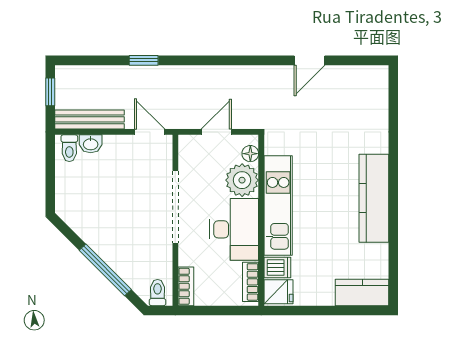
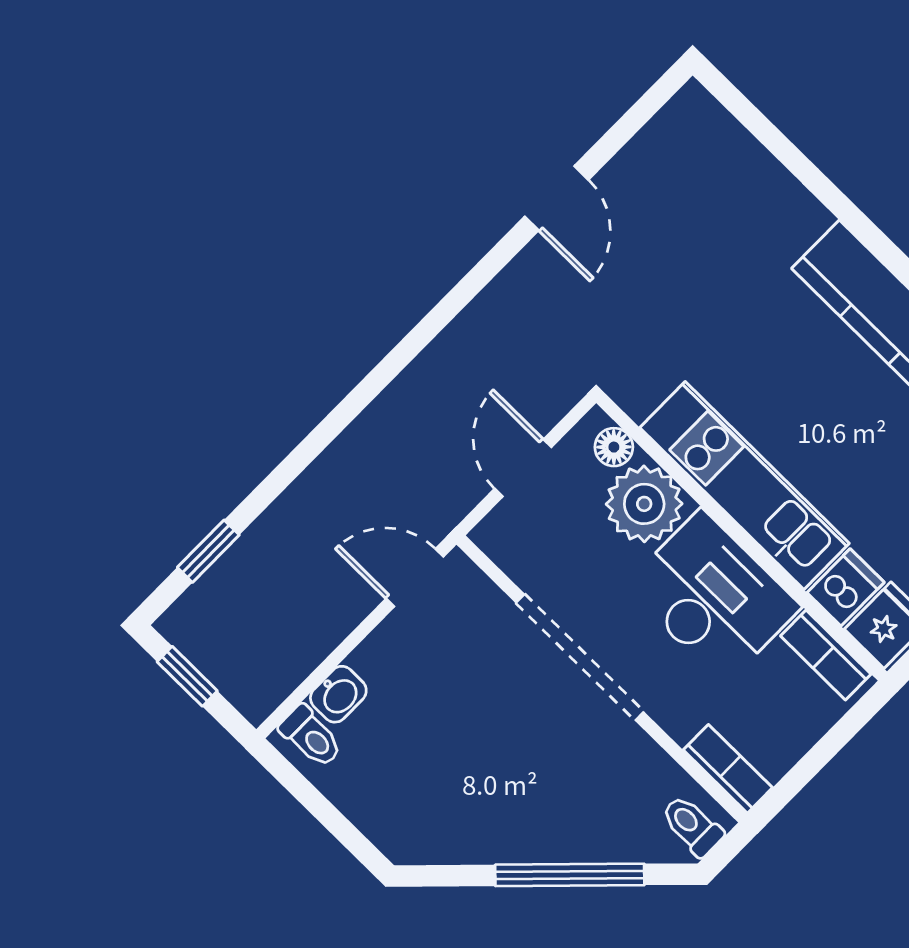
window: (144, 60) -> (208, 551), moved
bench: (90, 119) -> (297, 656), removed

